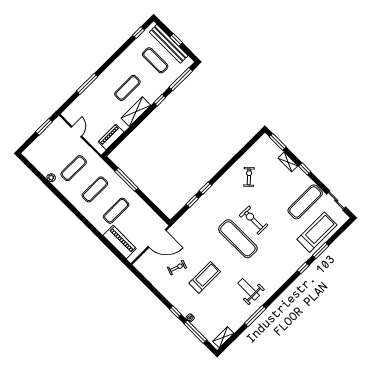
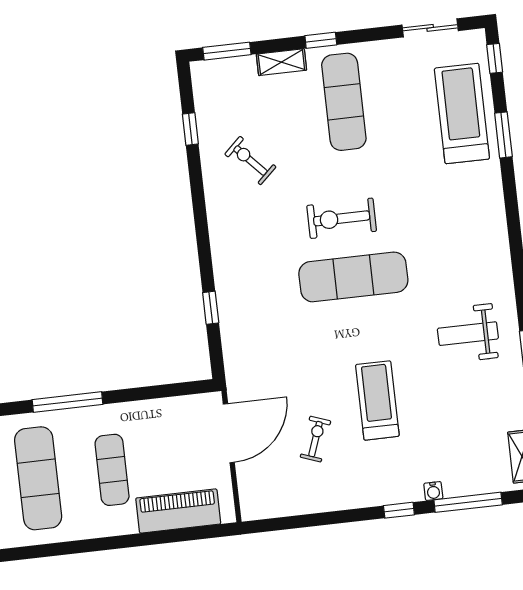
window: (206, 188) -> (190, 129), moved
exercise mat: (95, 189) -> (38, 478), width x1.36, depth x1.45
exercise mat: (305, 202) -> (344, 102), moved
window: (303, 268) -> (495, 58), moved

